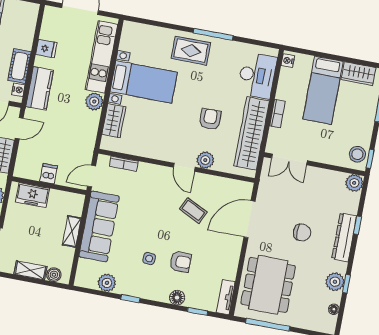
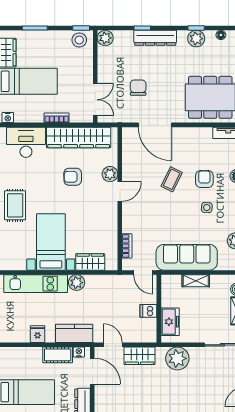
coffee table: (193, 211) -> (172, 179), moved
chair: (302, 233) -> (138, 88), moved

